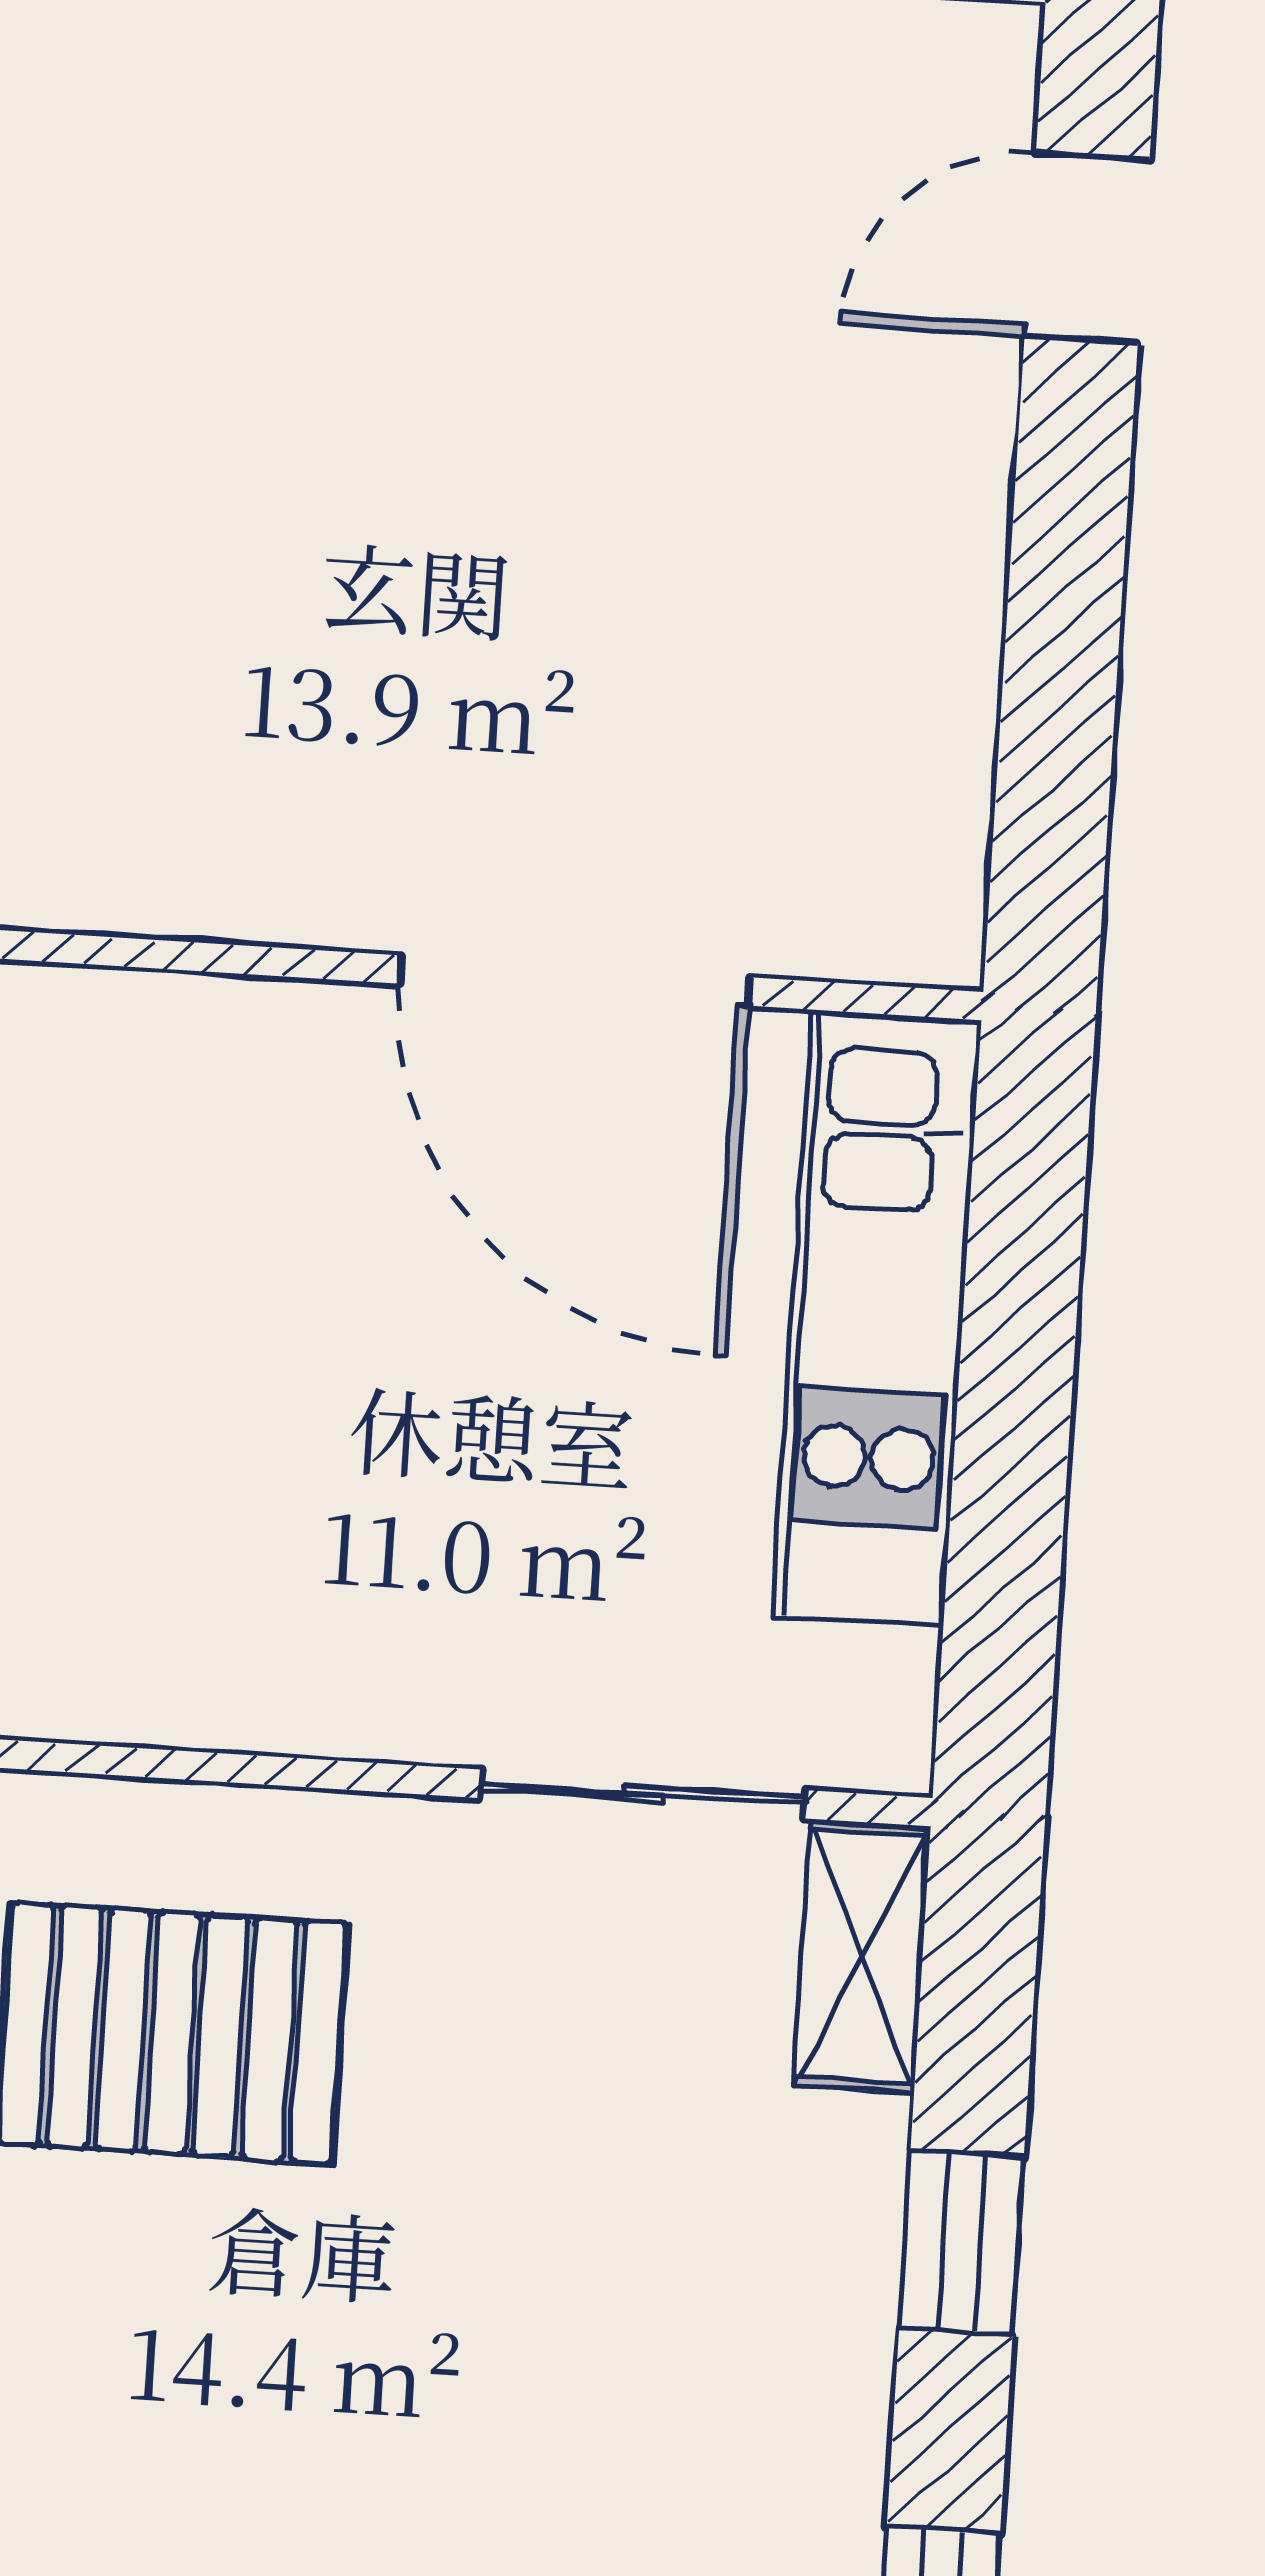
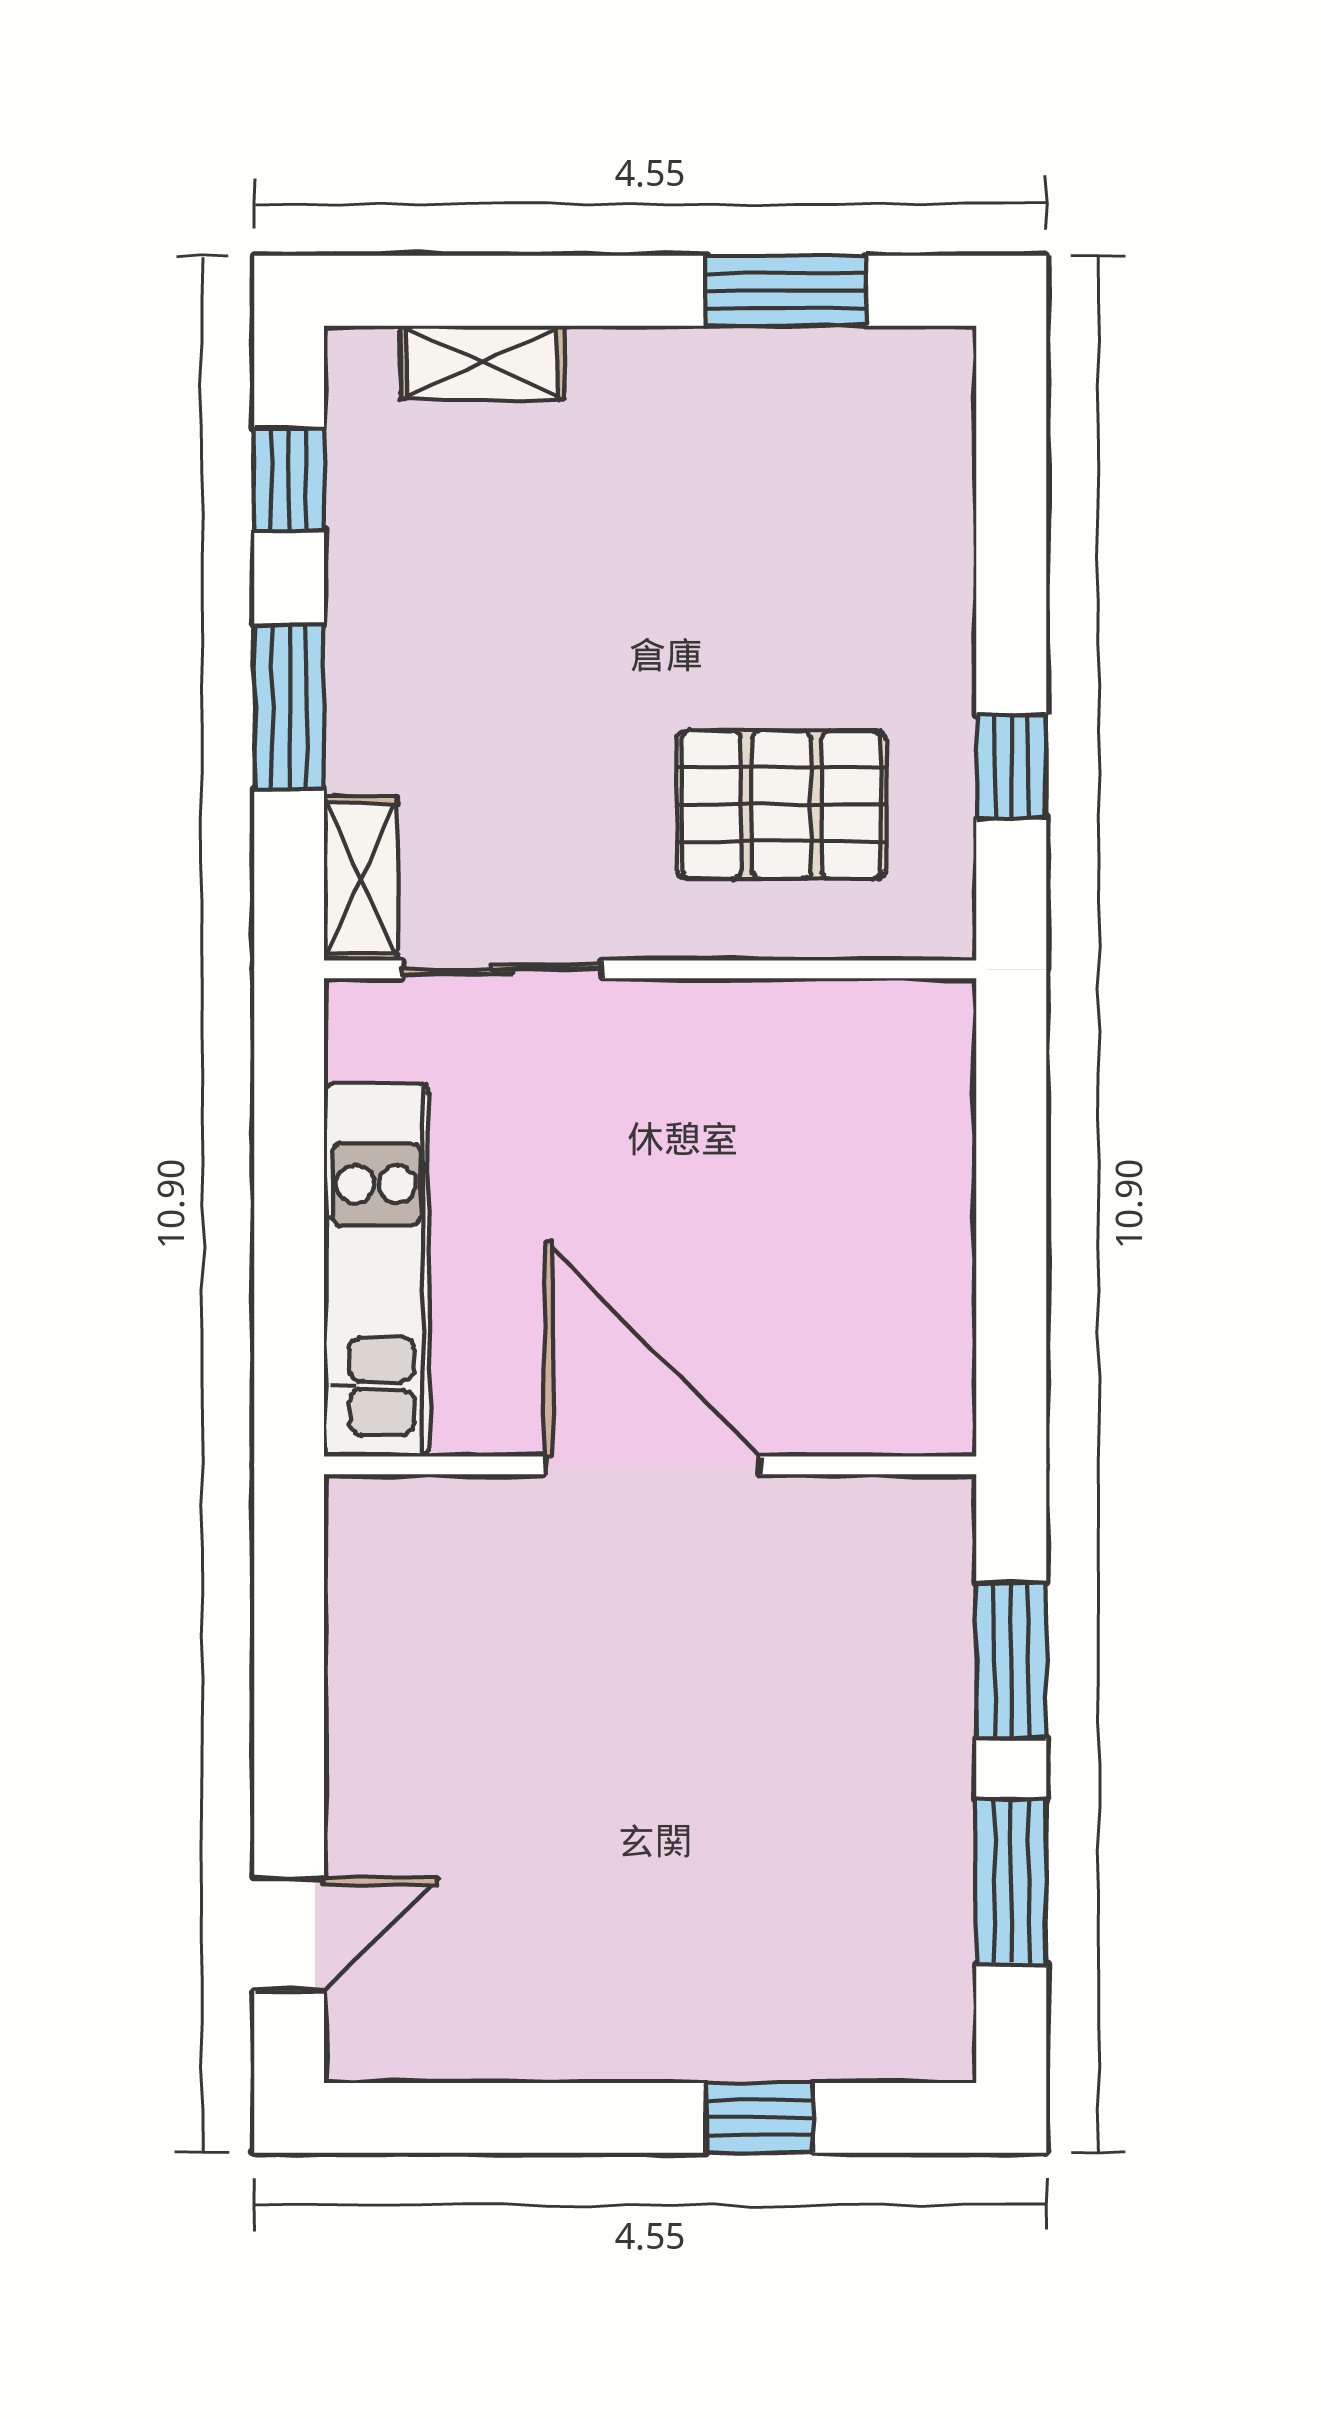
door: (575, 981) -> (652, 1465), moved
window: (962, 2242) -> (289, 707), width x1.50

